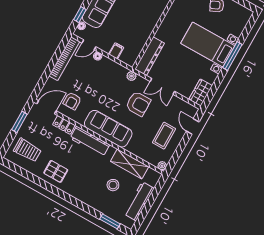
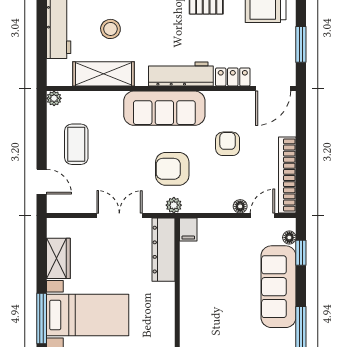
filing cabinet: (116, 51) -> (188, 229), moved
wardrobe: (200, 92) -> (58, 258), moved
armchair: (72, 101) -> (228, 144), moved
armchair: (138, 104) -> (172, 169), moved

